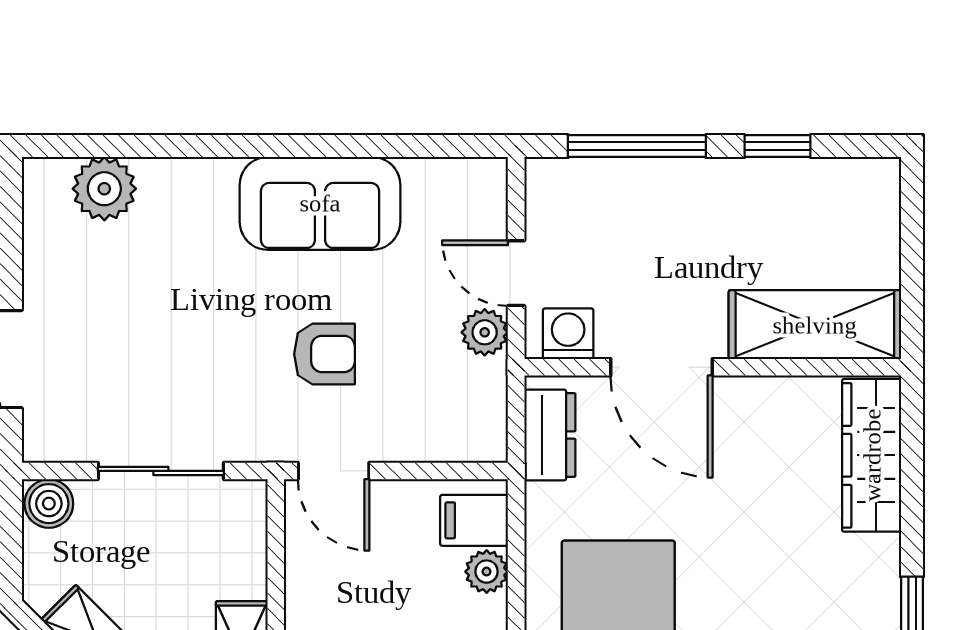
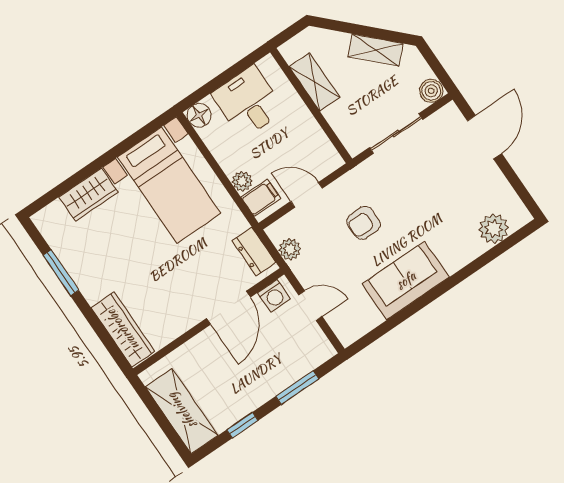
window: (637, 146) -> (297, 388), width x0.69
shelving: (815, 325) -> (182, 411), moved, turned 90
plant: (485, 332) -> (290, 249), moved
door: (662, 367) -> (228, 308), swing flipped
door: (334, 471) -> (307, 195), moved

